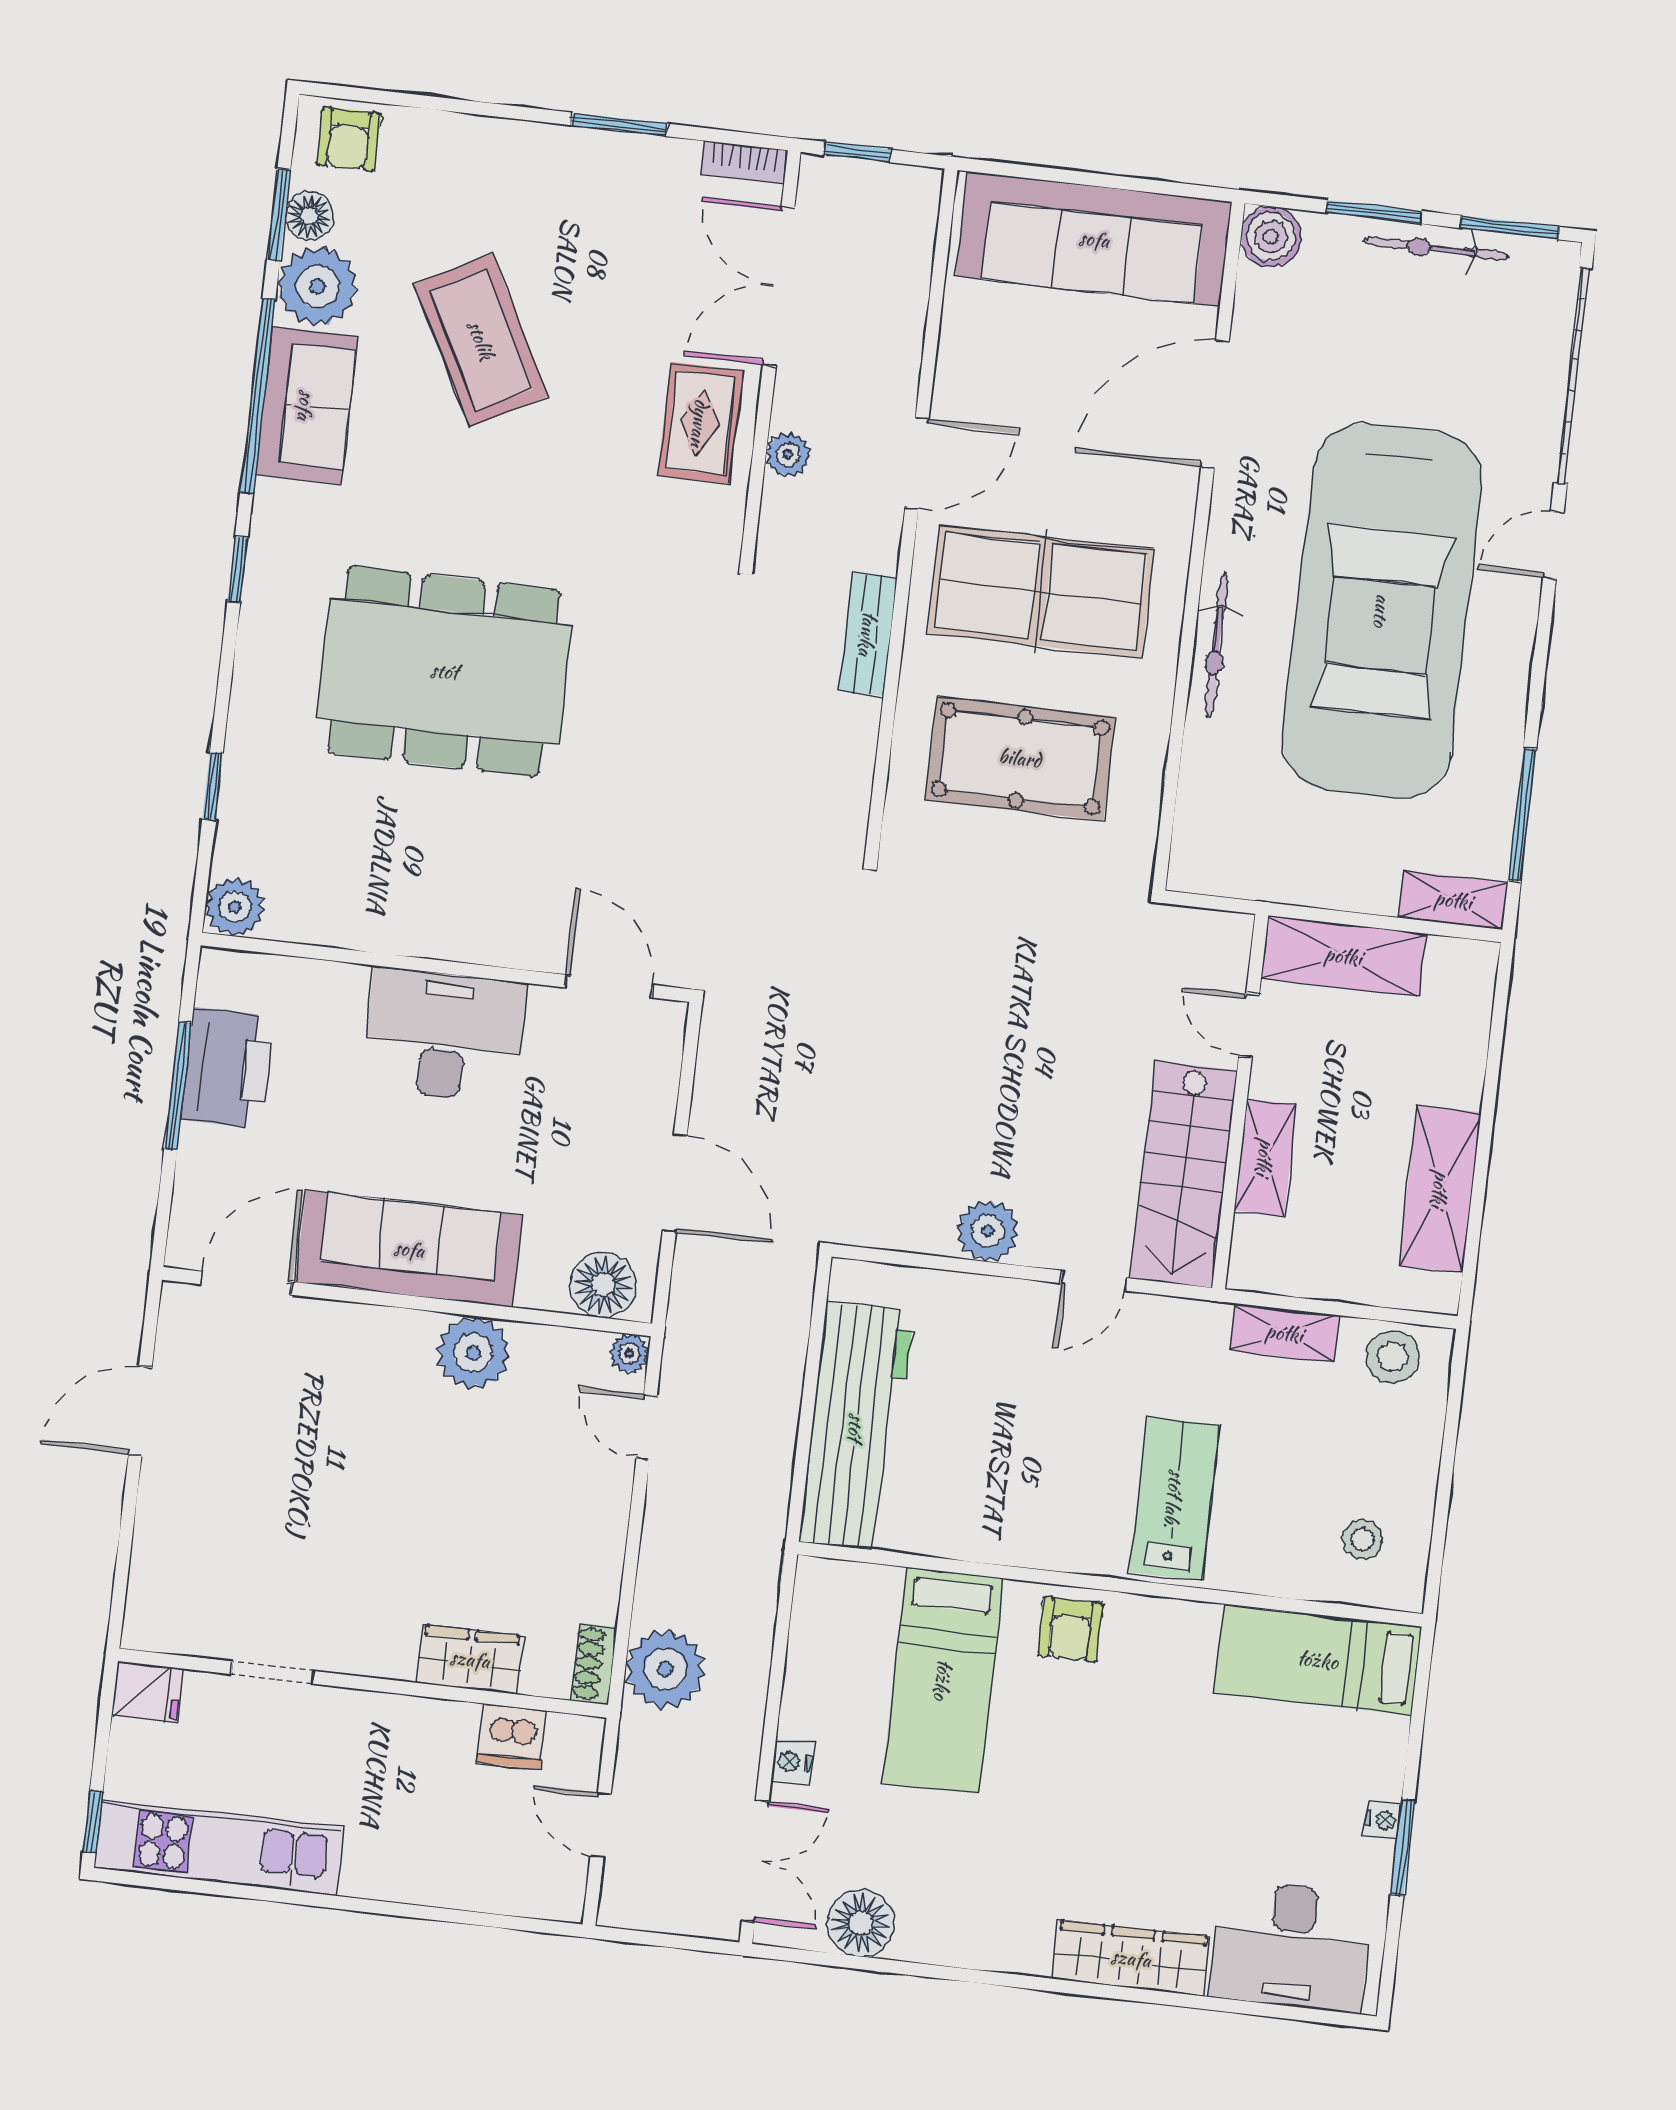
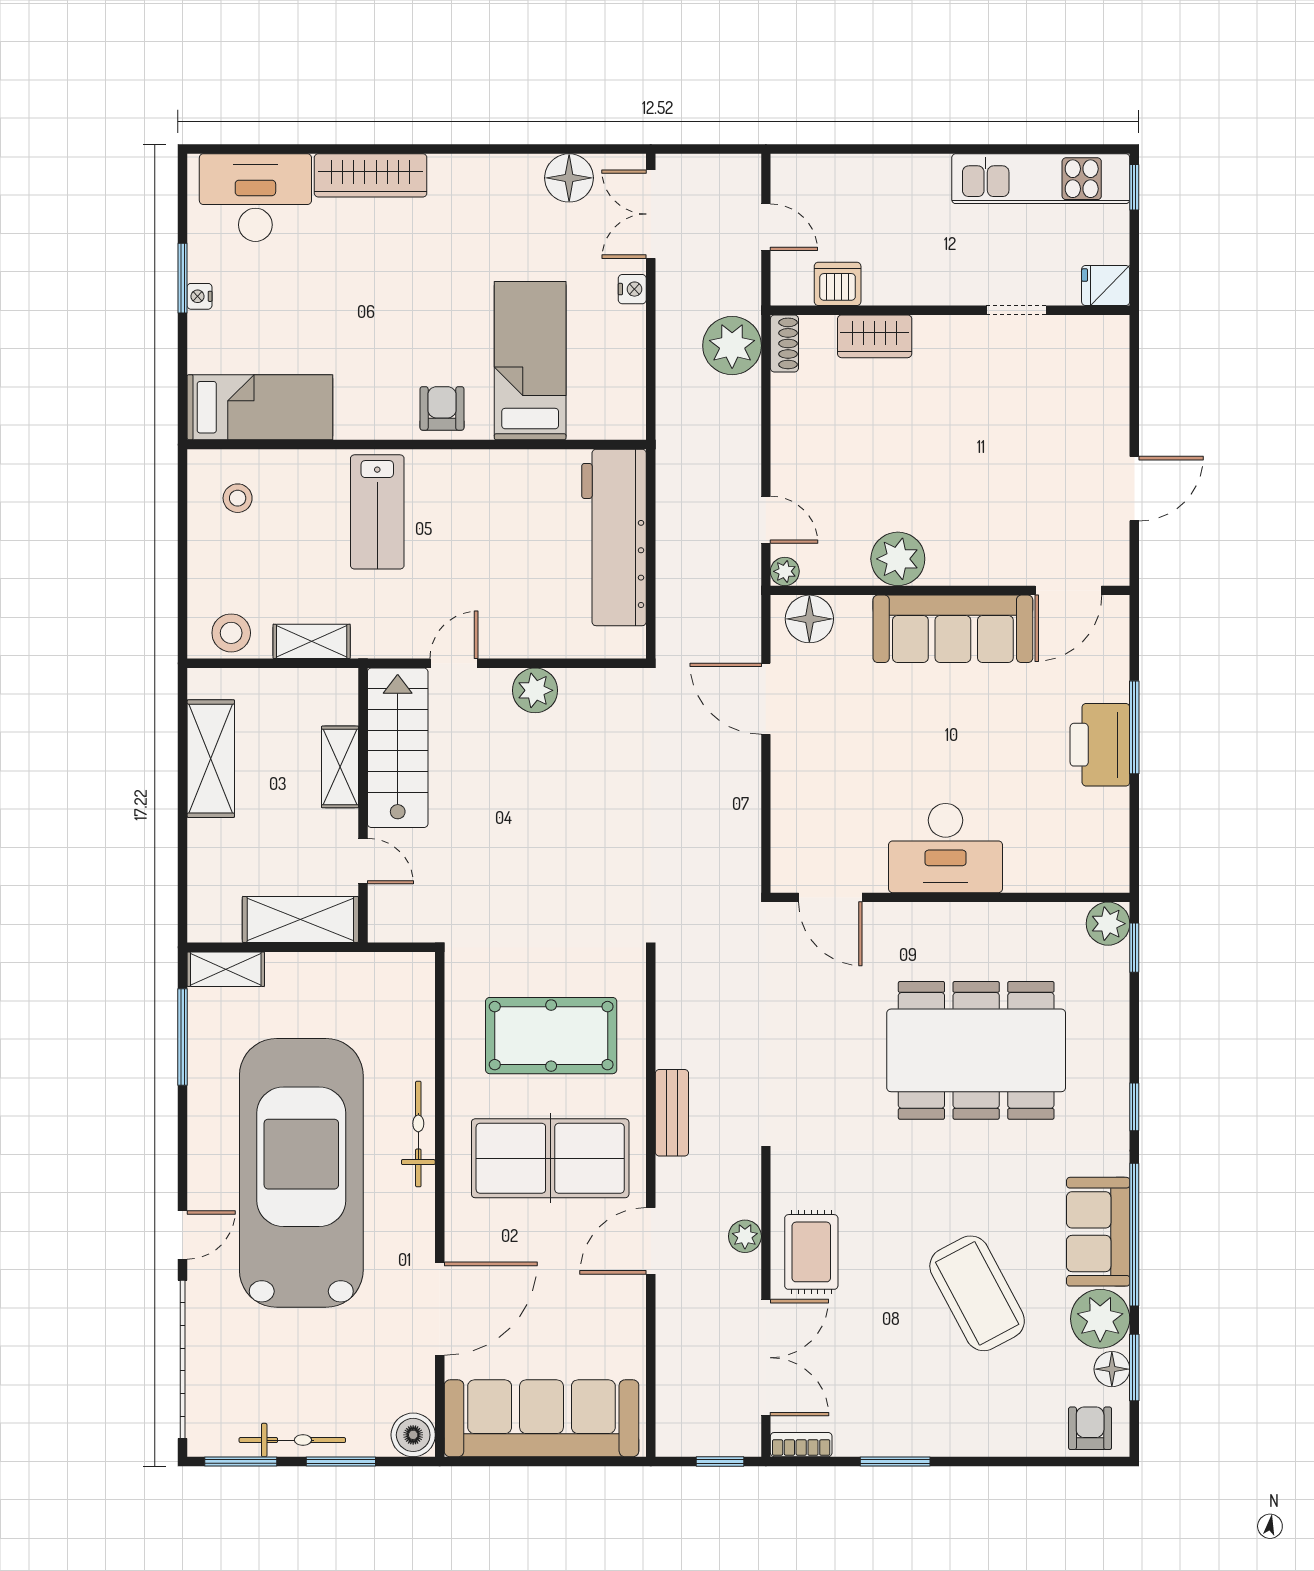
plant: (235, 907) -> (1108, 924), moved
wall: (446, 967) -> (950, 897), moved
door: (609, 986) -> (830, 897), moved
desk: (444, 1035) -> (946, 848), moved

